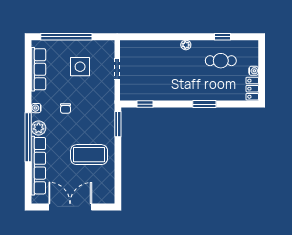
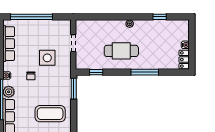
cafe table: (221, 61) -> (121, 51), moved, width x1.37, depth x1.35
side table: (80, 67) -> (47, 58), moved
window: (204, 104) -> (145, 72), width x1.44

